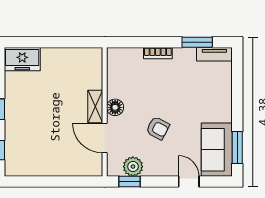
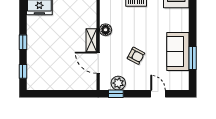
floor lamp: (115, 107) -> (106, 30), moved
window: (237, 147) -> (193, 58), moved
sofa: (217, 150) -> (178, 52), moved

